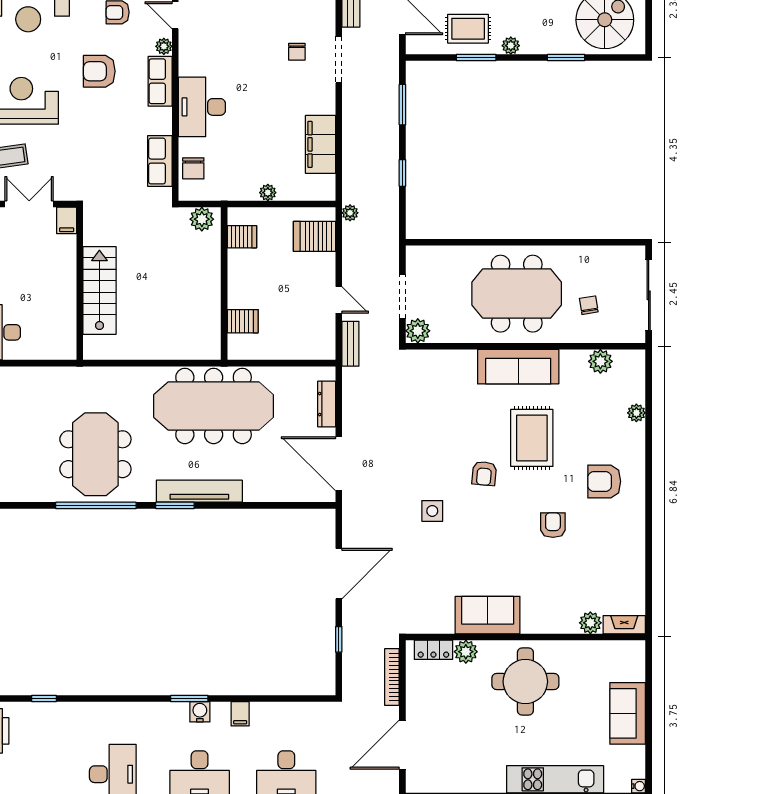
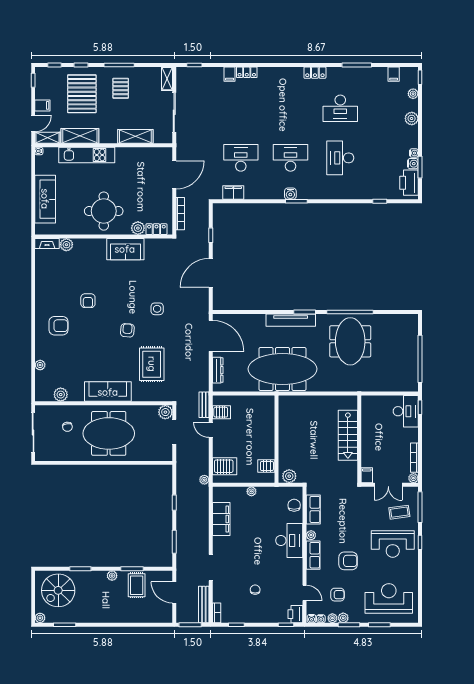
rug: (468, 29) -> (137, 585), turned 90
plant: (164, 46) -> (311, 535), moved
chair: (297, 52) -> (255, 590), moved
server rack: (243, 321) -> (221, 412), moved, turned 180
rug: (532, 438) -> (152, 364), moved
sofa: (628, 713) -> (45, 199), width x1.36
filing cabinet: (240, 714) -> (233, 193), moved, width x2.00

